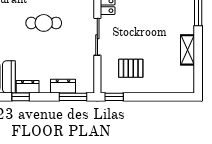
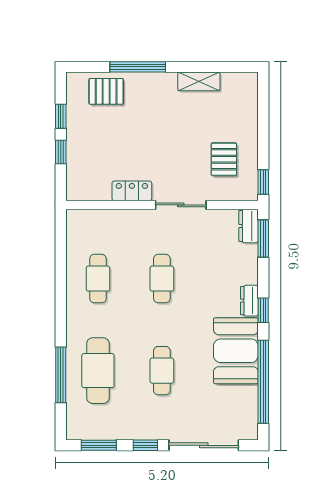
dresser: (63, 86) -> (249, 226), moved

